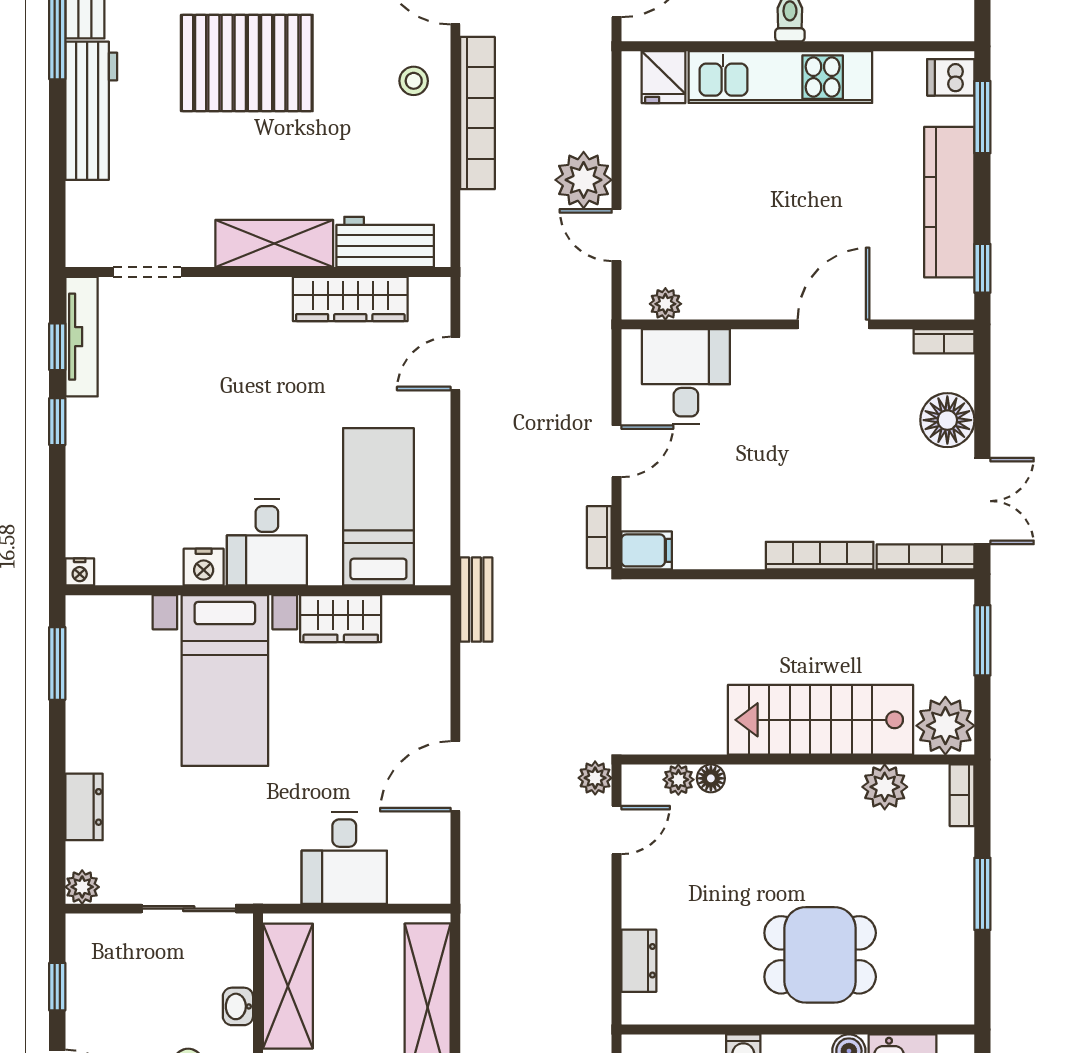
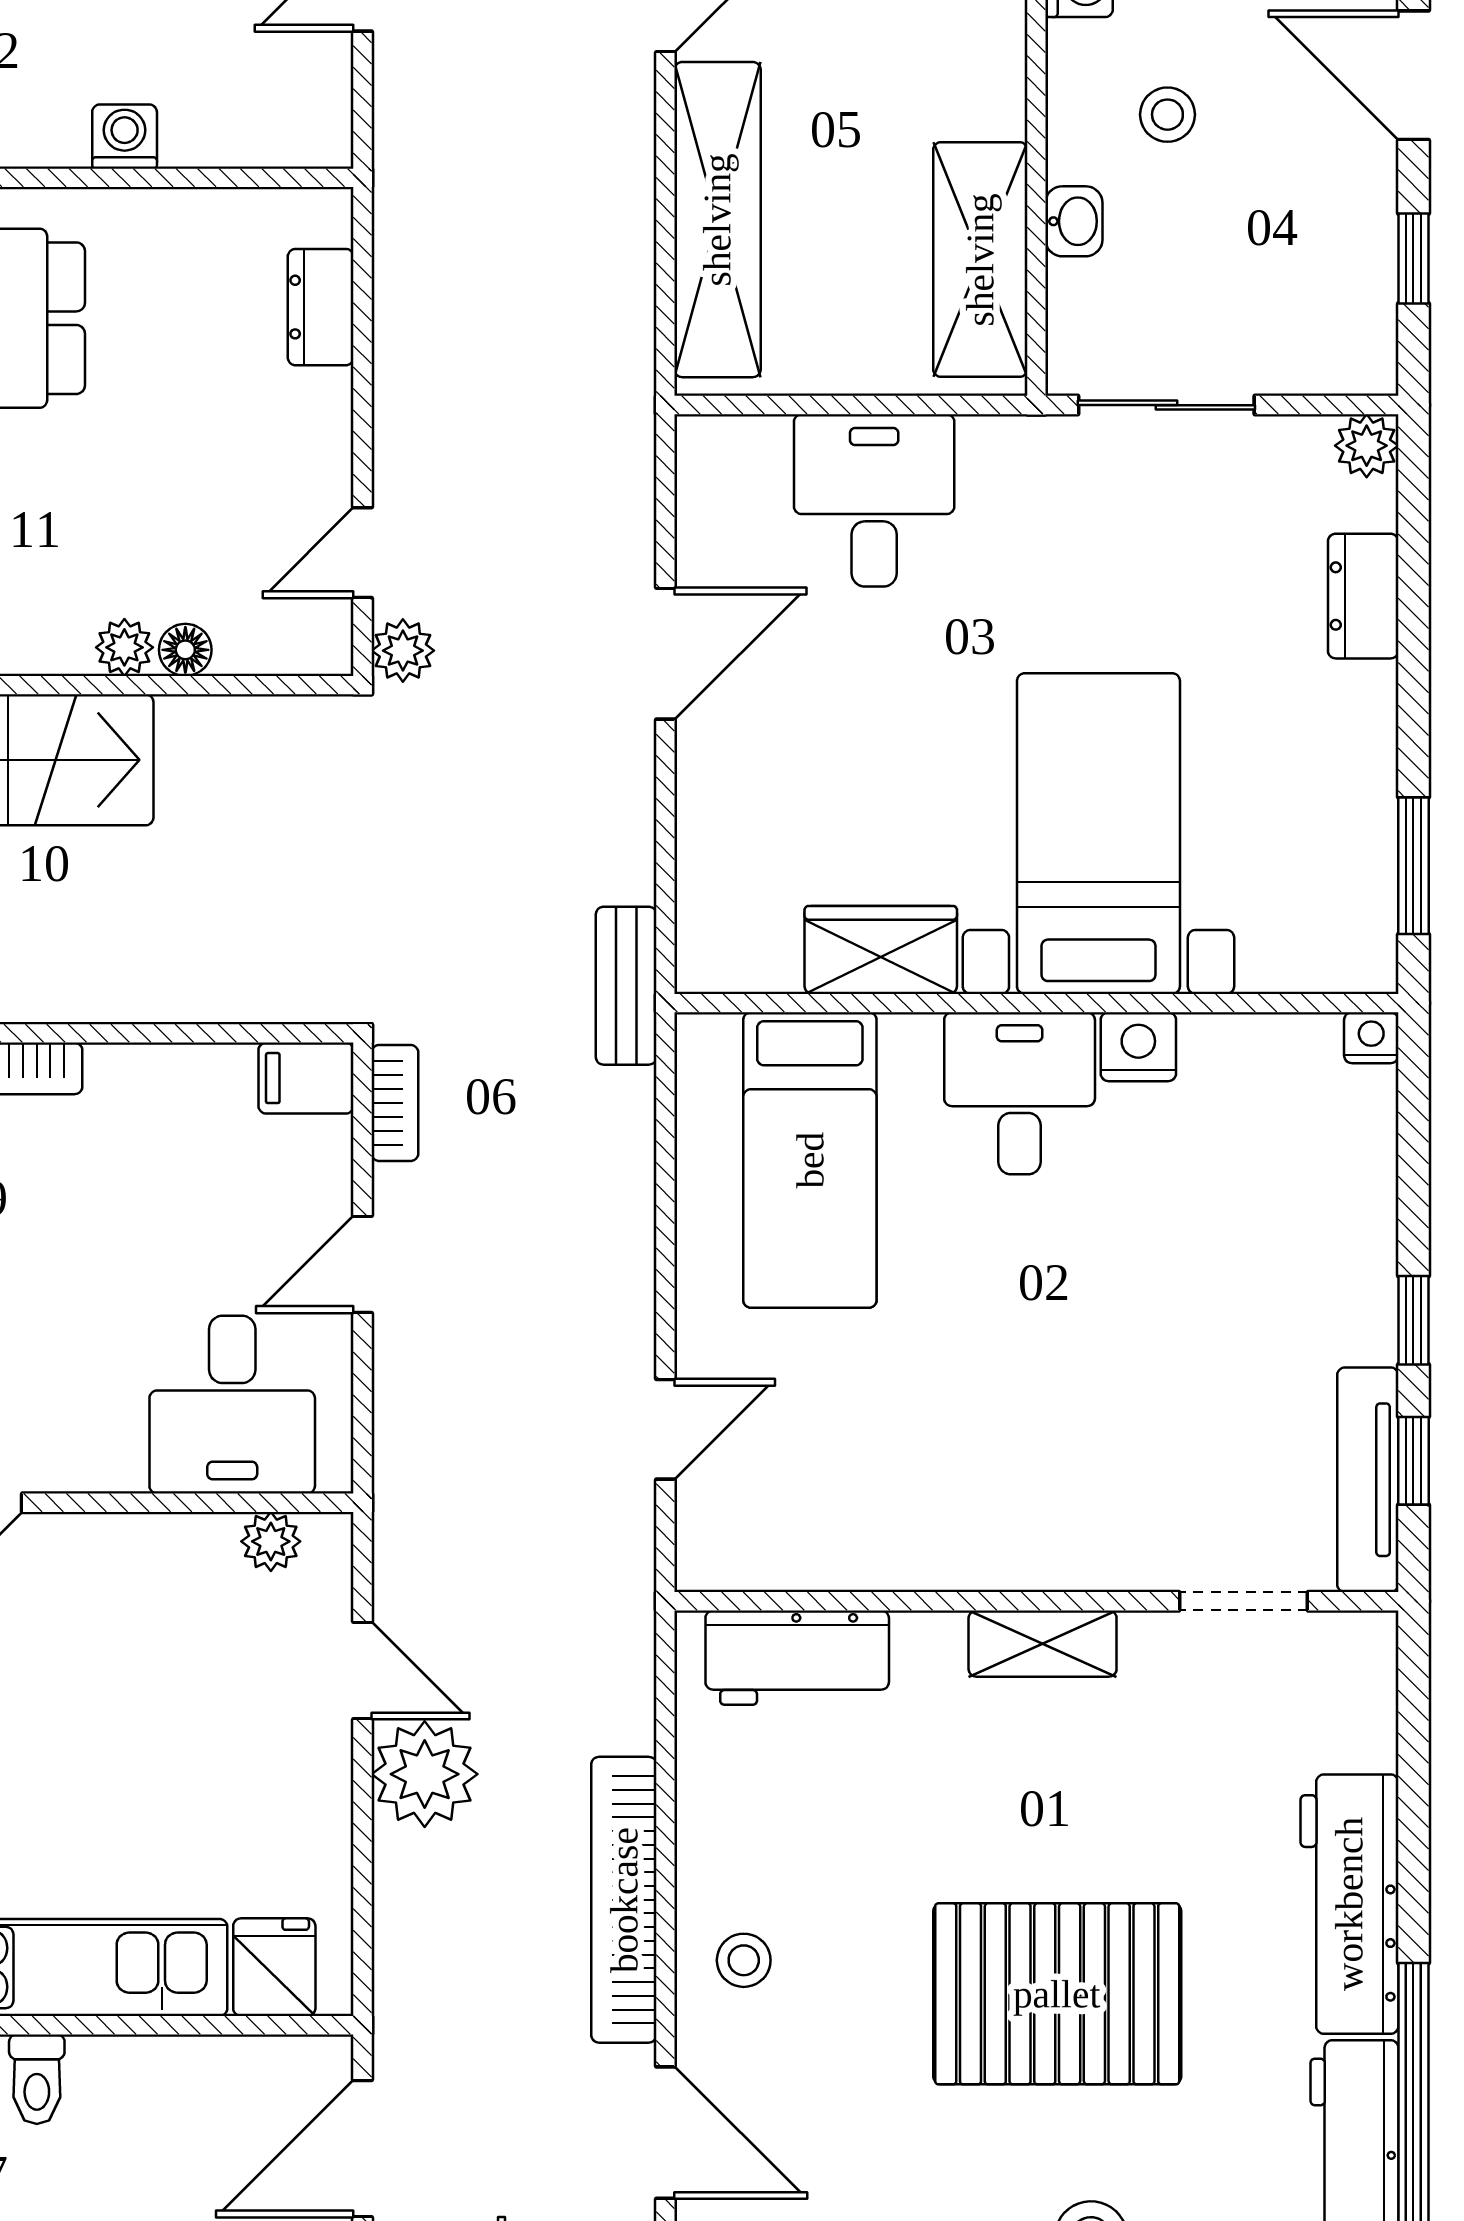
shelving: (274, 244) -> (1043, 1644), width x0.67, depth x0.75
wardrobe: (350, 299) -> (863, 1550), removed
plant: (678, 780) -> (124, 647), moved

